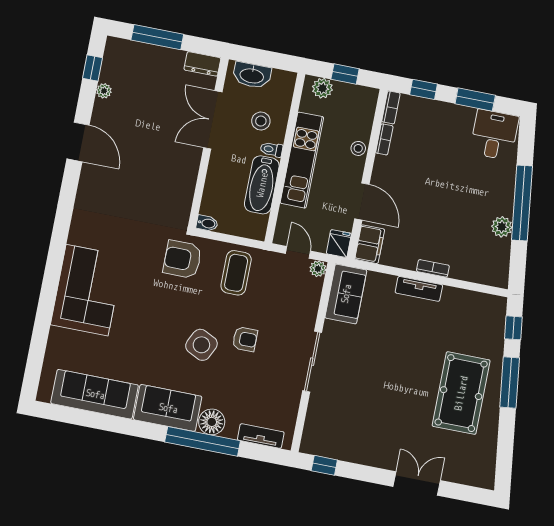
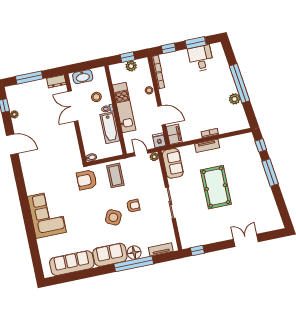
plant: (322, 88) -> (131, 66), moved
desk: (494, 135) -> (201, 58), moved
pool table: (461, 393) -> (216, 187), moved

